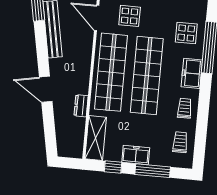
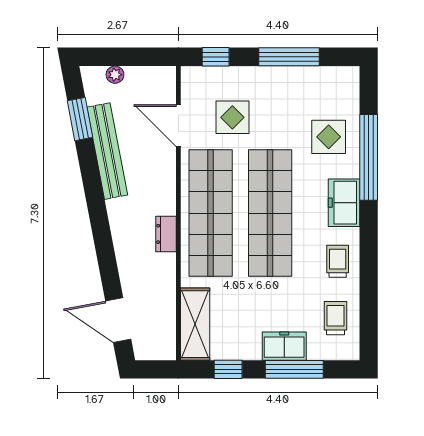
door: (46, 89) -> (118, 320), moved
dresser: (81, 106) -> (166, 234), moved
freezer: (136, 155) -> (284, 346), moved

